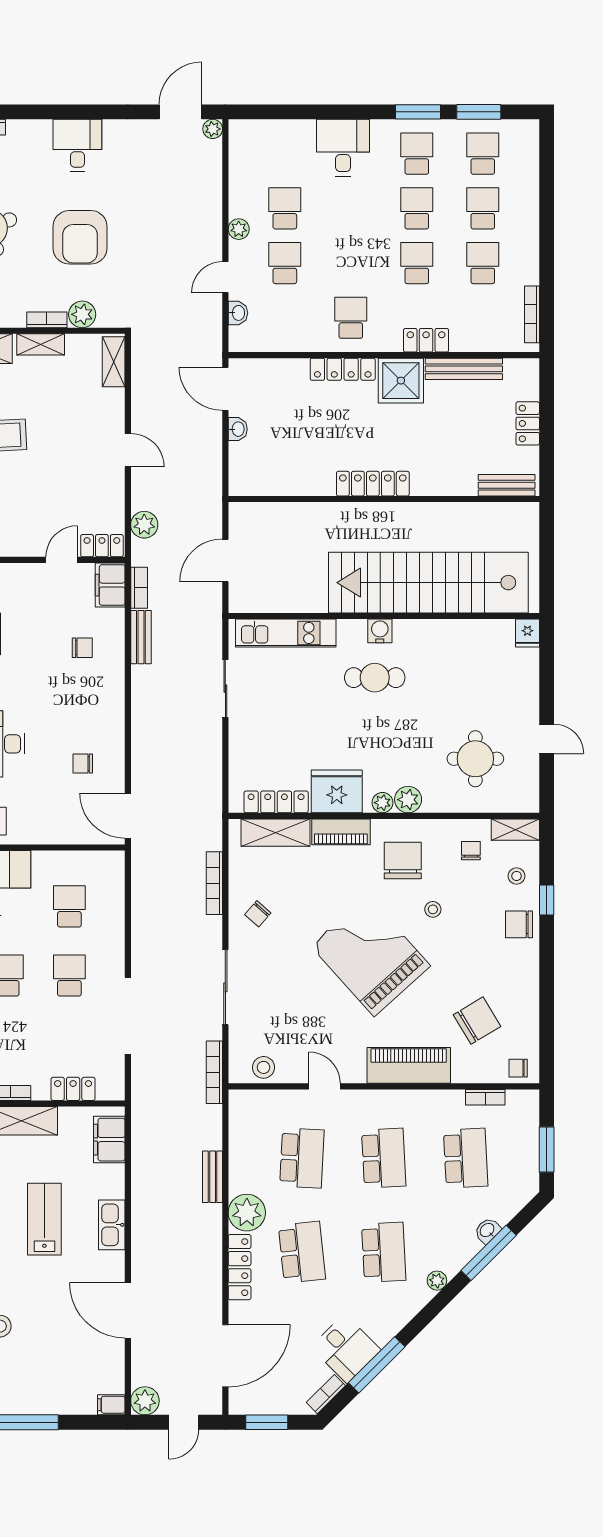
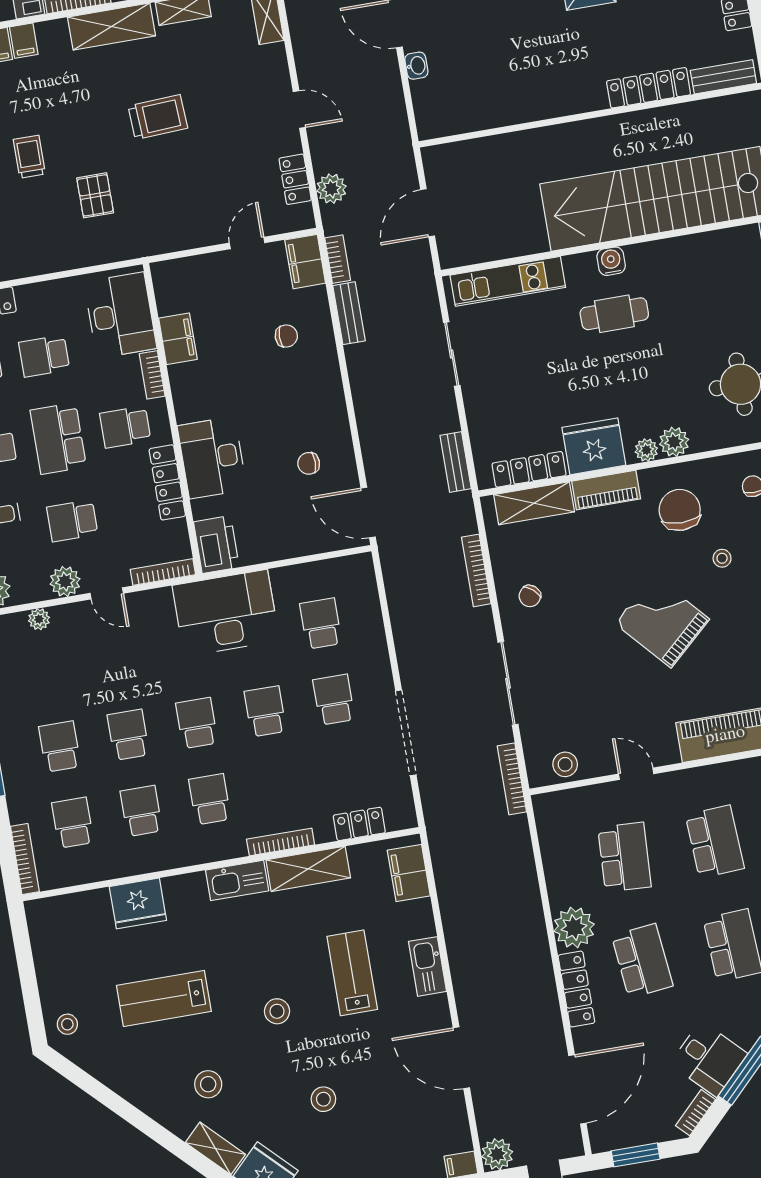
locker: (373, 484) -> (649, 88), moved
locker: (102, 546) -> (295, 179), moved, turned -90
grand piano: (371, 956) -> (662, 621), width x0.73, depth x0.68
bench: (213, 1177) -> (456, 462), moved

